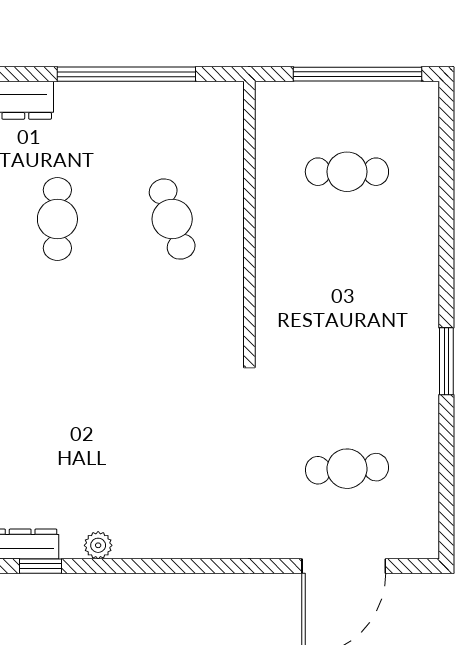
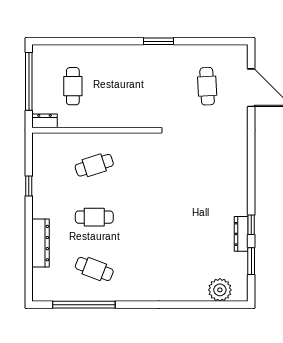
window: (126, 74) -> (29, 186), width x0.32
dresser: (270, 109) -> (45, 121), added
plant: (98, 545) -> (242, 199), removed

